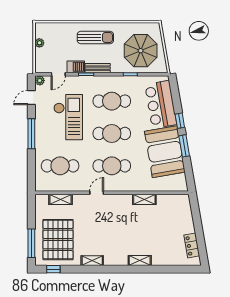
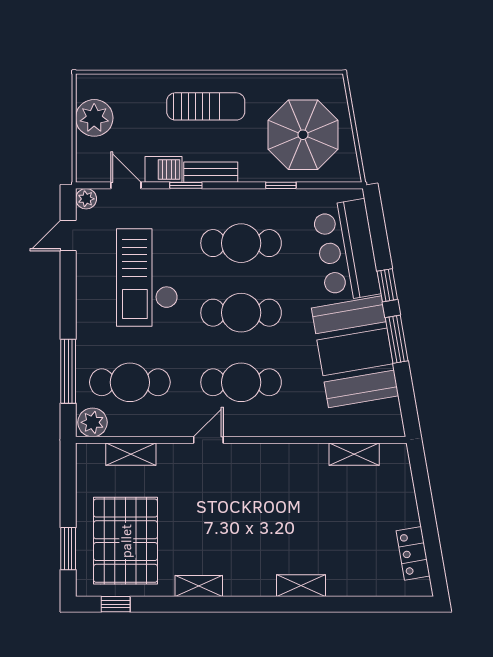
plant: (39, 43) -> (94, 118), width x1.88, depth x1.88
door: (58, 74) -> (126, 185), swing flipped
checkout: (68, 117) -> (147, 278), turned 180
window: (31, 134) -> (68, 371), moved
plant: (43, 185) -> (93, 422), added
shelving: (144, 199) -> (354, 454), moved
window: (31, 243) -> (68, 549), width x0.69

